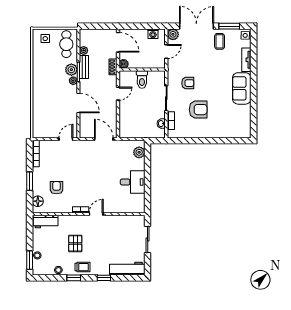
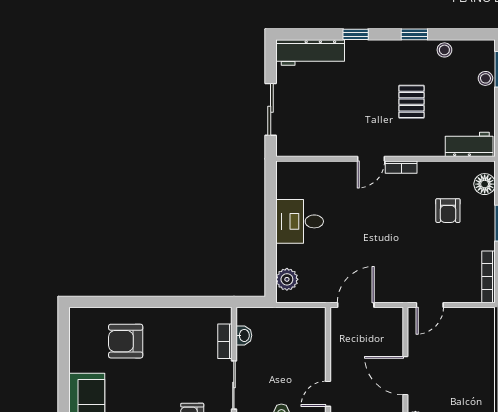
armchair: (198, 110) -> (126, 341), moved
door: (104, 139) -> (356, 305), swing flipped
trolley: (82, 267) -> (397, 56), removed

